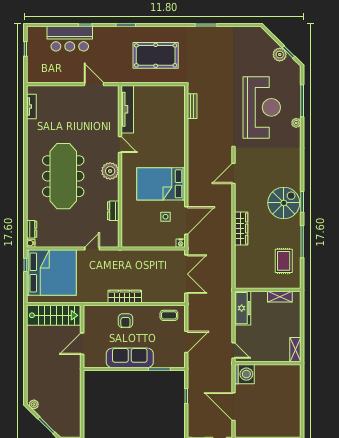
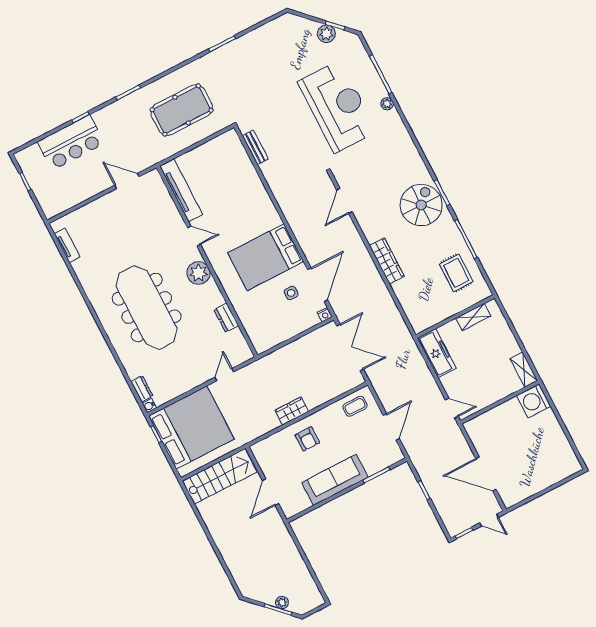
wardrobe: (125, 296) -> (292, 411), width x0.67
washing machine: (244, 374) -> (534, 401), moved, turned 180
plant: (34, 404) -> (282, 602), moved

